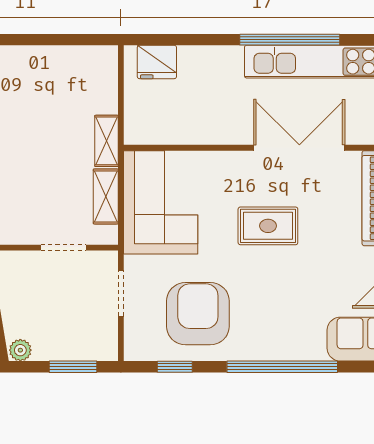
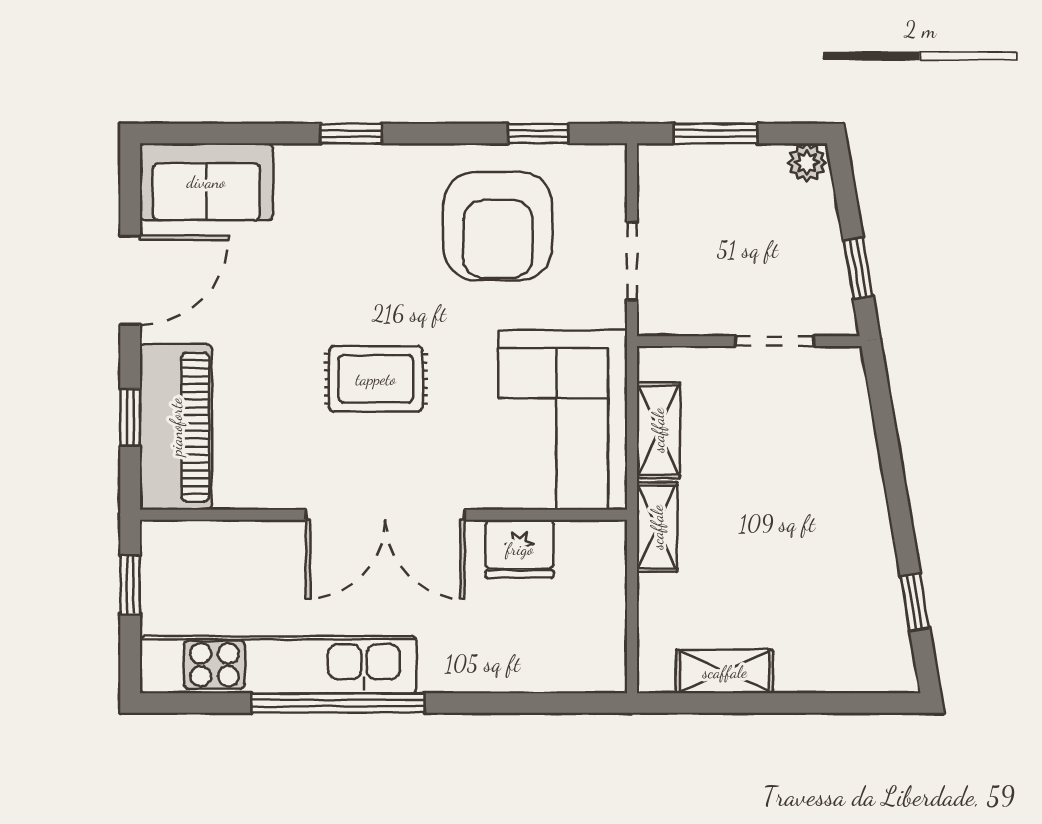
shelving: (68, 58) -> (725, 672), added
fridge: (157, 62) -> (520, 549), moved, turned 180
double door: (299, 148) -> (385, 515), moved
doorway: (63, 248) -> (774, 341), moved
window: (282, 367) -> (351, 134), width x0.32

